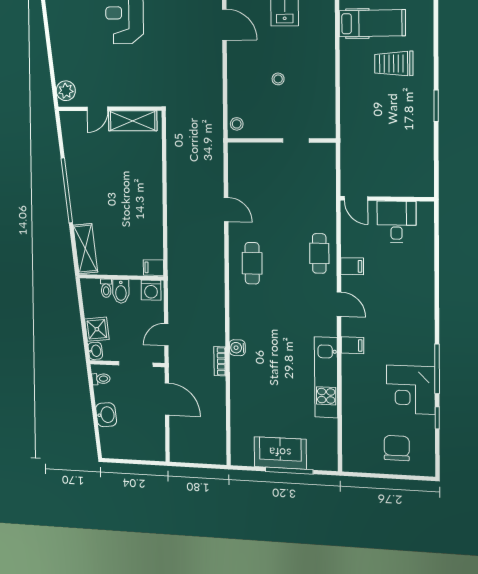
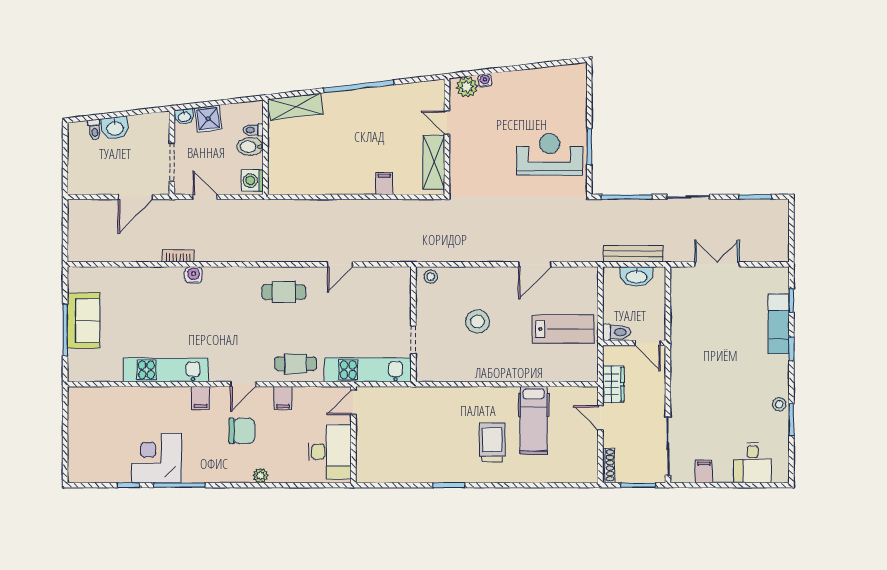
water cooler: (60, 74) -> (485, 80), added
stool: (278, 79) -> (477, 321), width x1.89, depth x1.89
kitchen unit: (325, 184) -> (368, 370), added
desk: (397, 222) -> (330, 452), width x1.37
filing cabinet: (154, 268) -> (384, 184), moved
plant: (427, 290) -> (260, 475), added
toilet: (101, 379) -> (94, 130), moved
chair: (397, 448) -> (242, 431), moved

